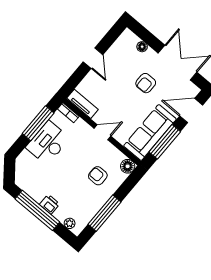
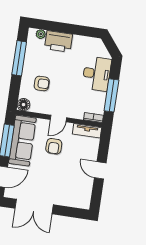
floor lamp: (142, 47) -> (69, 202), removed
armchair: (146, 83) -> (54, 146), moved, turned 180
desk: (48, 143) -> (97, 74), moved
printer: (50, 204) -> (58, 41), width x1.87, depth x1.48
window: (37, 210) -> (71, 29), removed

